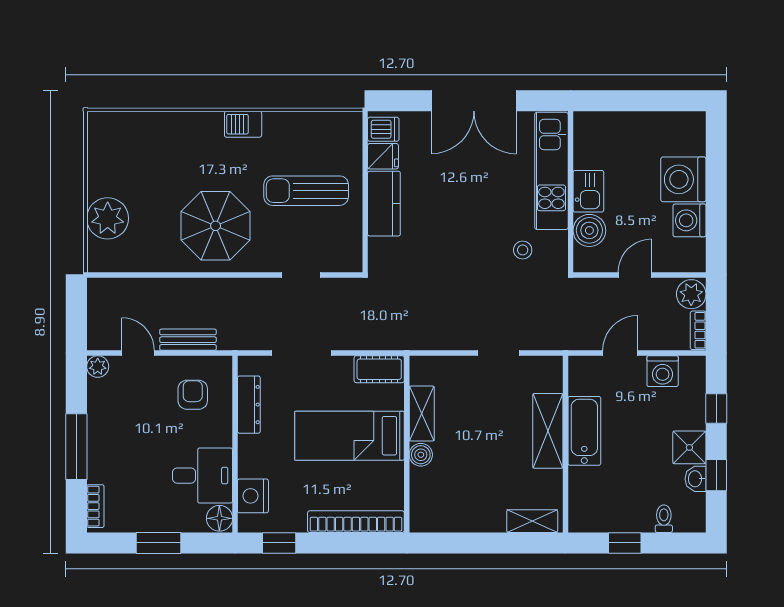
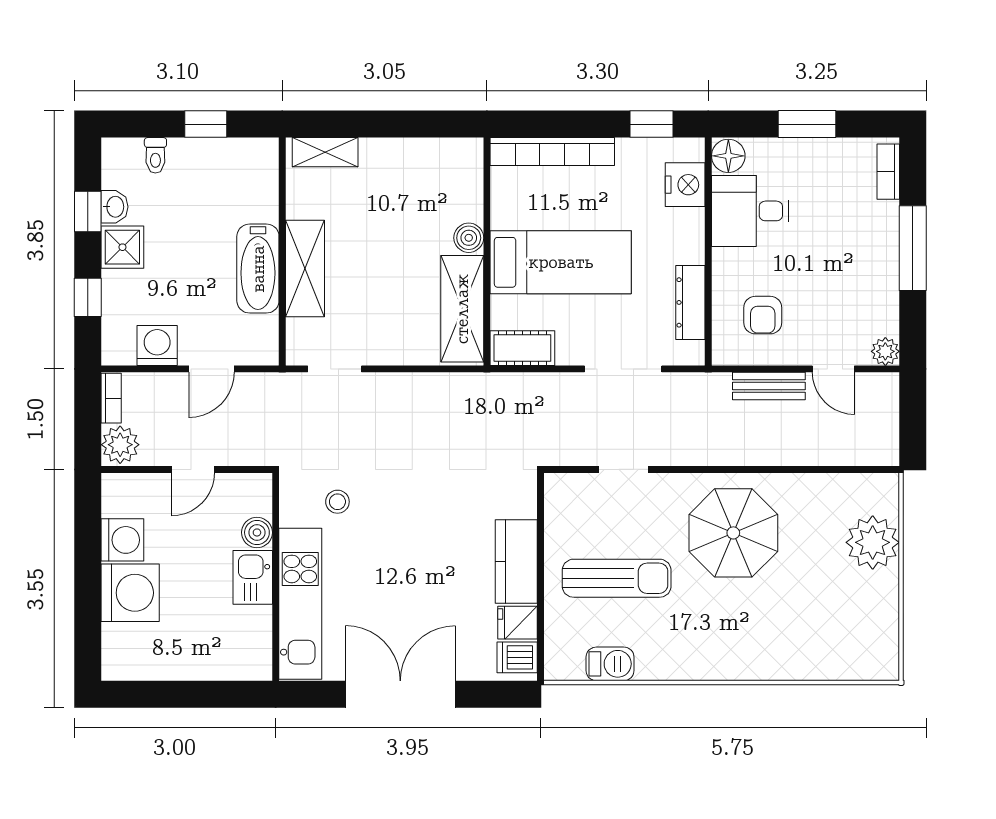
barbecue: (243, 124) -> (610, 664), moved
boiler: (589, 230) -> (257, 532), width x0.73, depth x0.73
doorway: (498, 353) -> (335, 369), moved
shelving: (422, 414) -> (462, 309), width x1.50, depth x1.33

